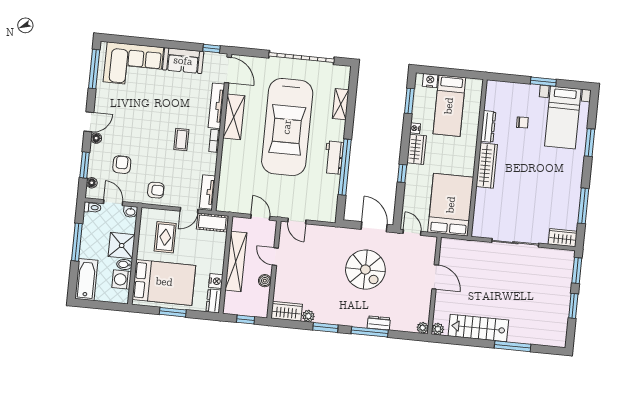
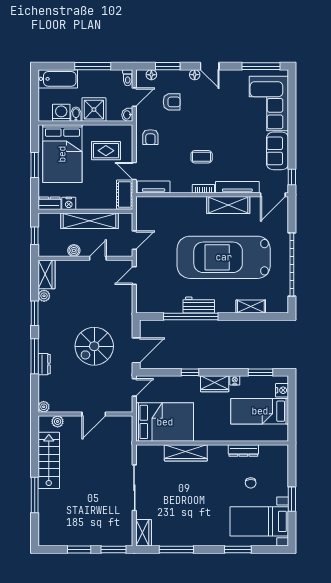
wardrobe: (487, 165) -> (186, 453), moved
plant: (438, 329) -> (58, 421), moved

